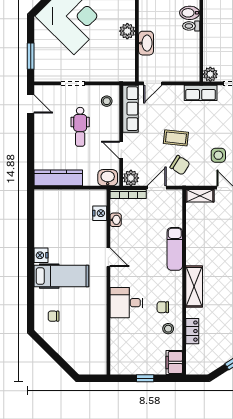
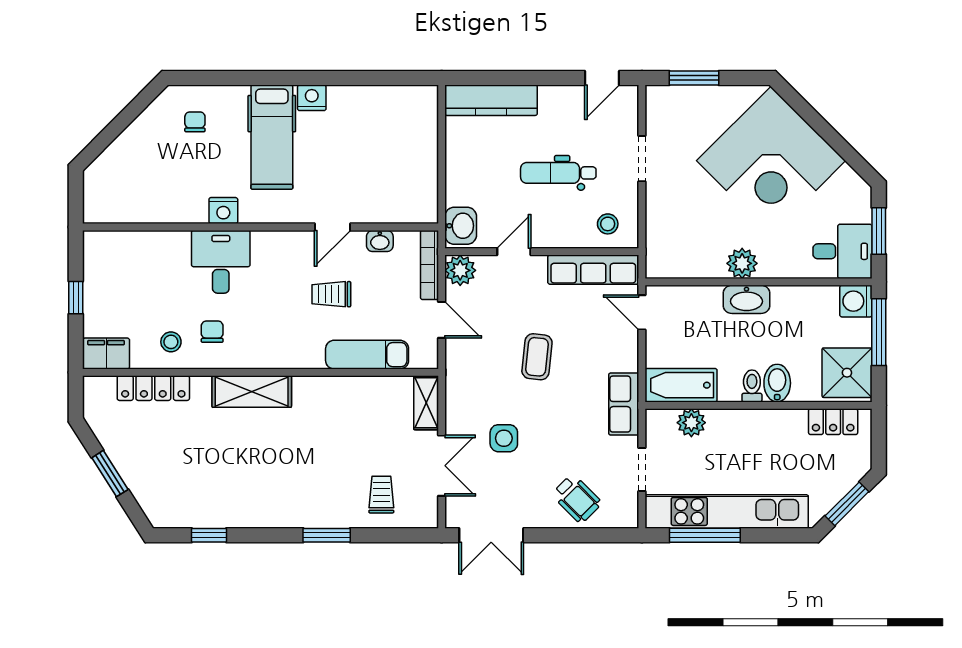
washbasin: (146, 43) -> (746, 299), moved
bathtub: (191, 63) -> (681, 385), added
plant: (210, 74) -> (691, 423), moved
chair: (180, 165) -> (485, 365), removed
kitchen counter: (58, 178) -> (491, 100), moved, turned 90
nightstand: (100, 213) -> (223, 211), moved
trolley: (143, 245) -> (331, 294), added
exam couch: (175, 249) -> (367, 355), moved
door: (108, 257) -> (332, 227), moved
locker: (192, 331) -> (153, 388), width x1.53

